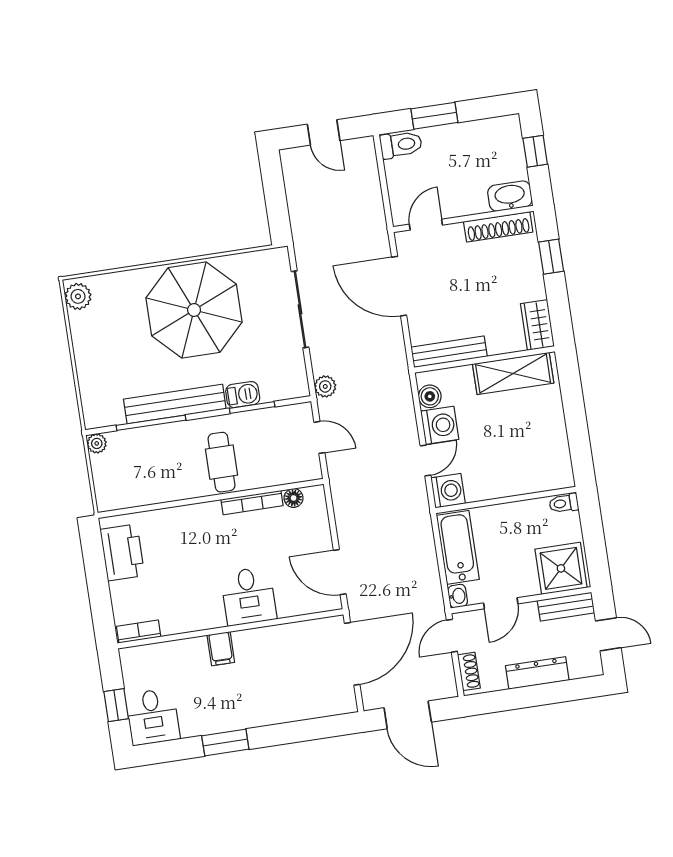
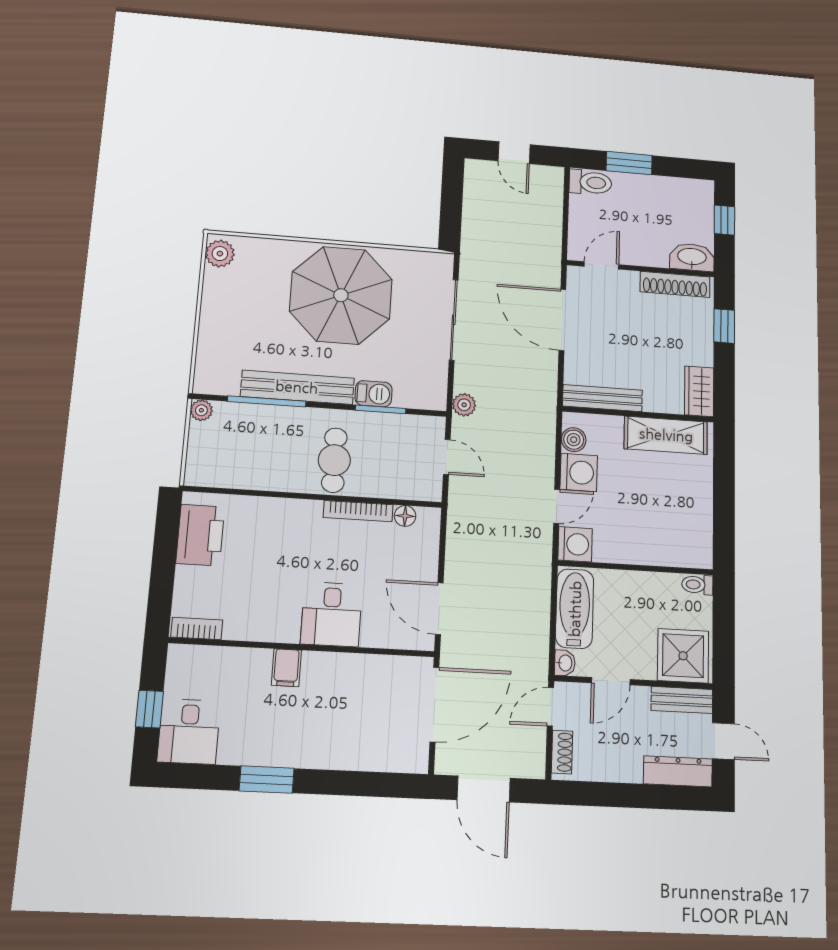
dresser: (537, 673) -> (678, 771), moved

